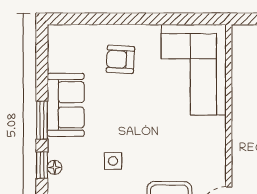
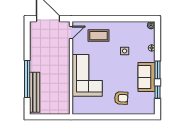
corner sofa: (194, 70) -> (87, 75), moved
window: (42, 165) -> (158, 92), moved

